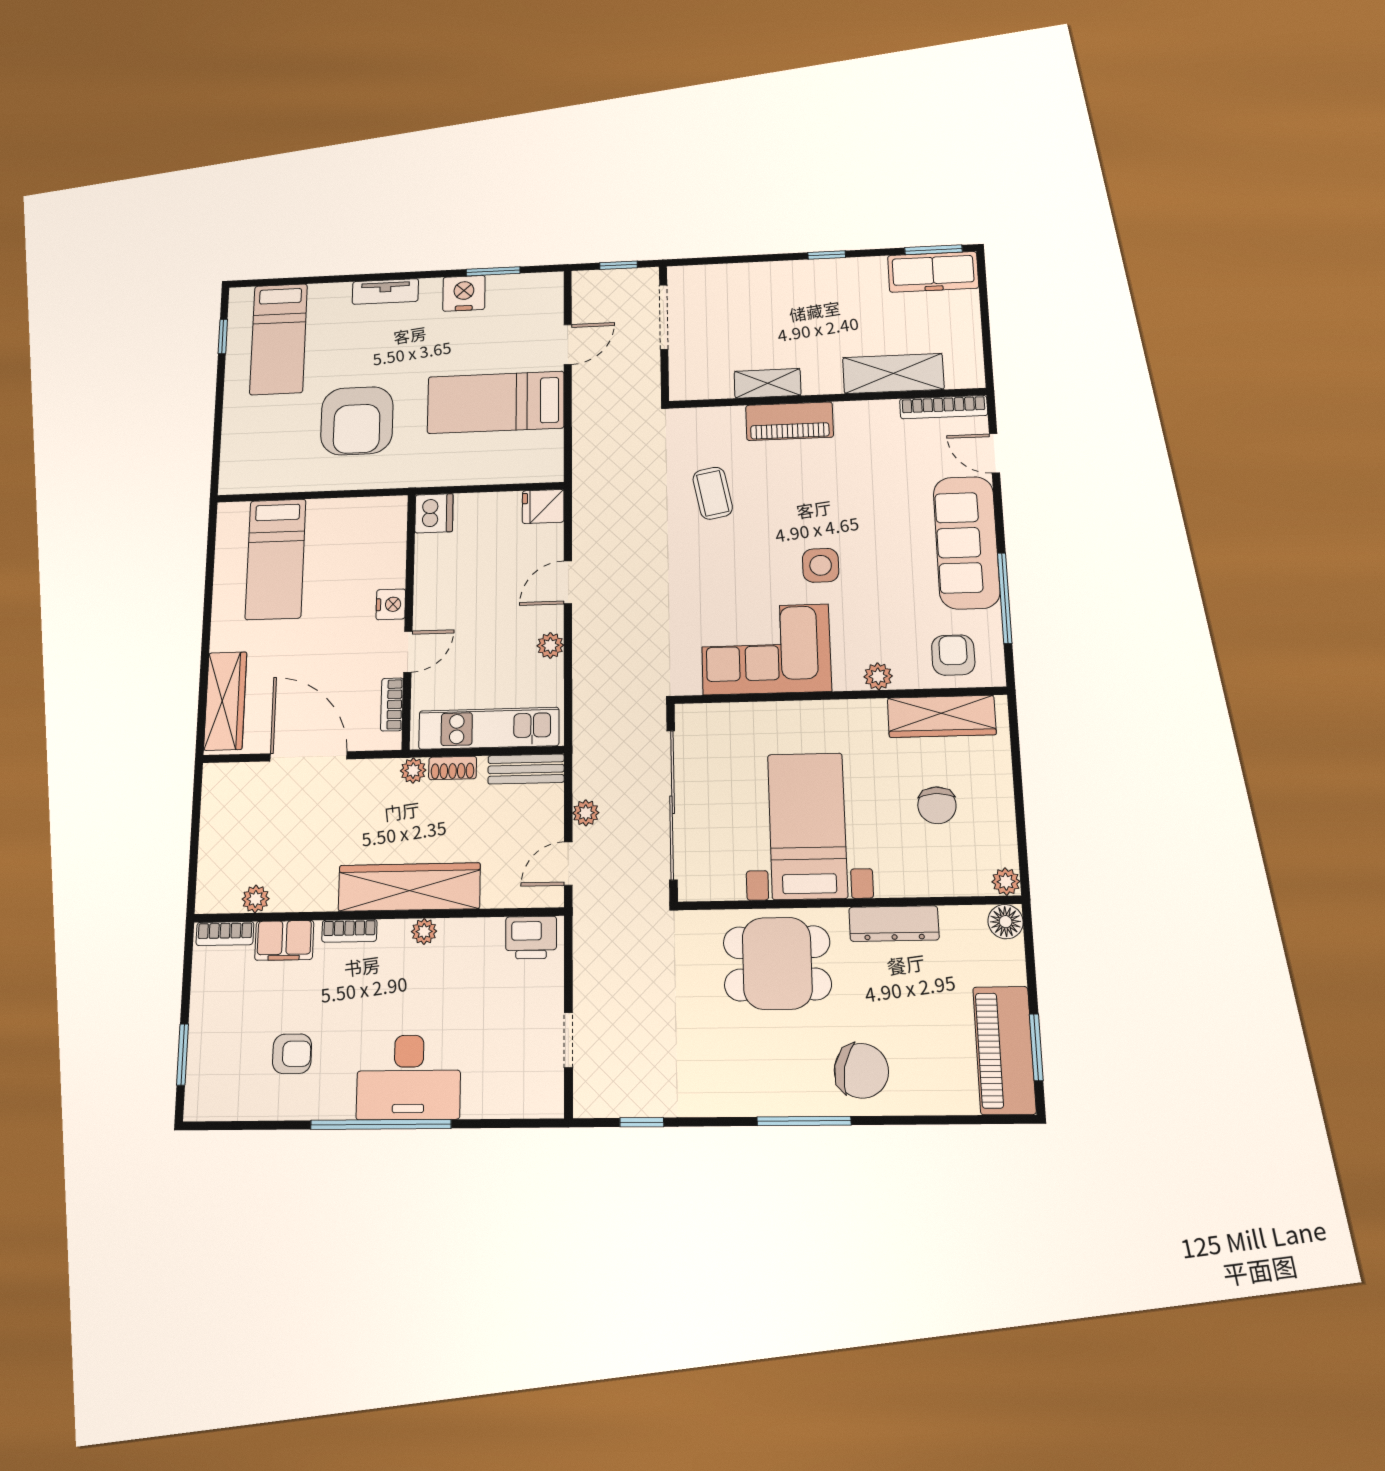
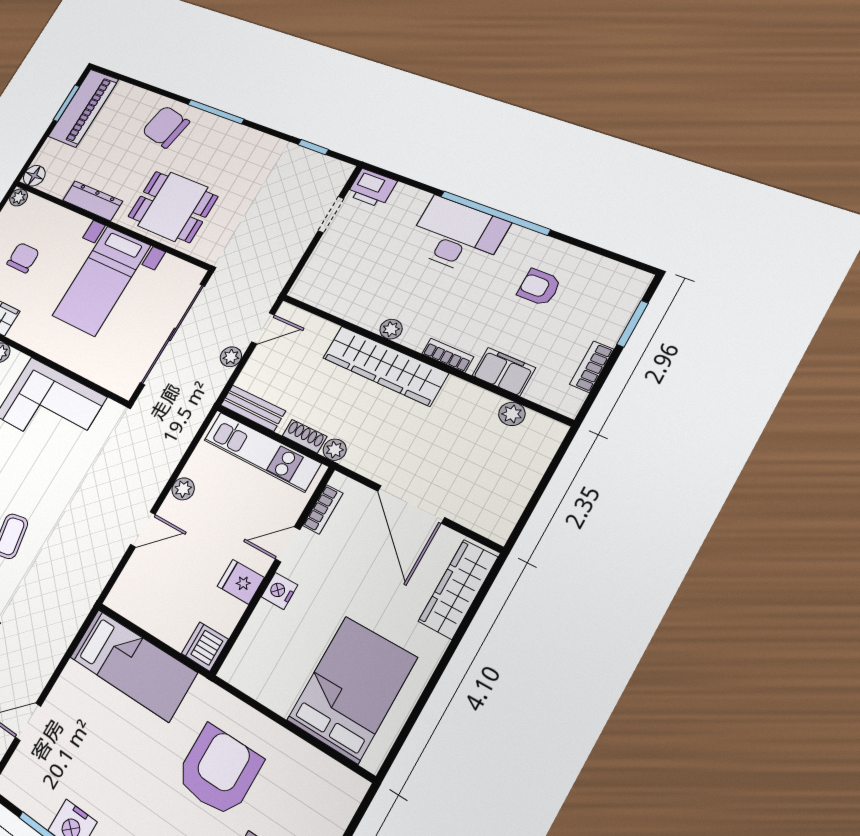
bed: (496, 402) -> (133, 665), moved
fridge: (543, 506) -> (241, 582), moved, turned 180
bed: (276, 559) -> (352, 689), width x1.50
bookcase: (225, 934) -> (592, 367), moved, turned -90
printer: (531, 938) -> (372, 188), moved, turned 180

